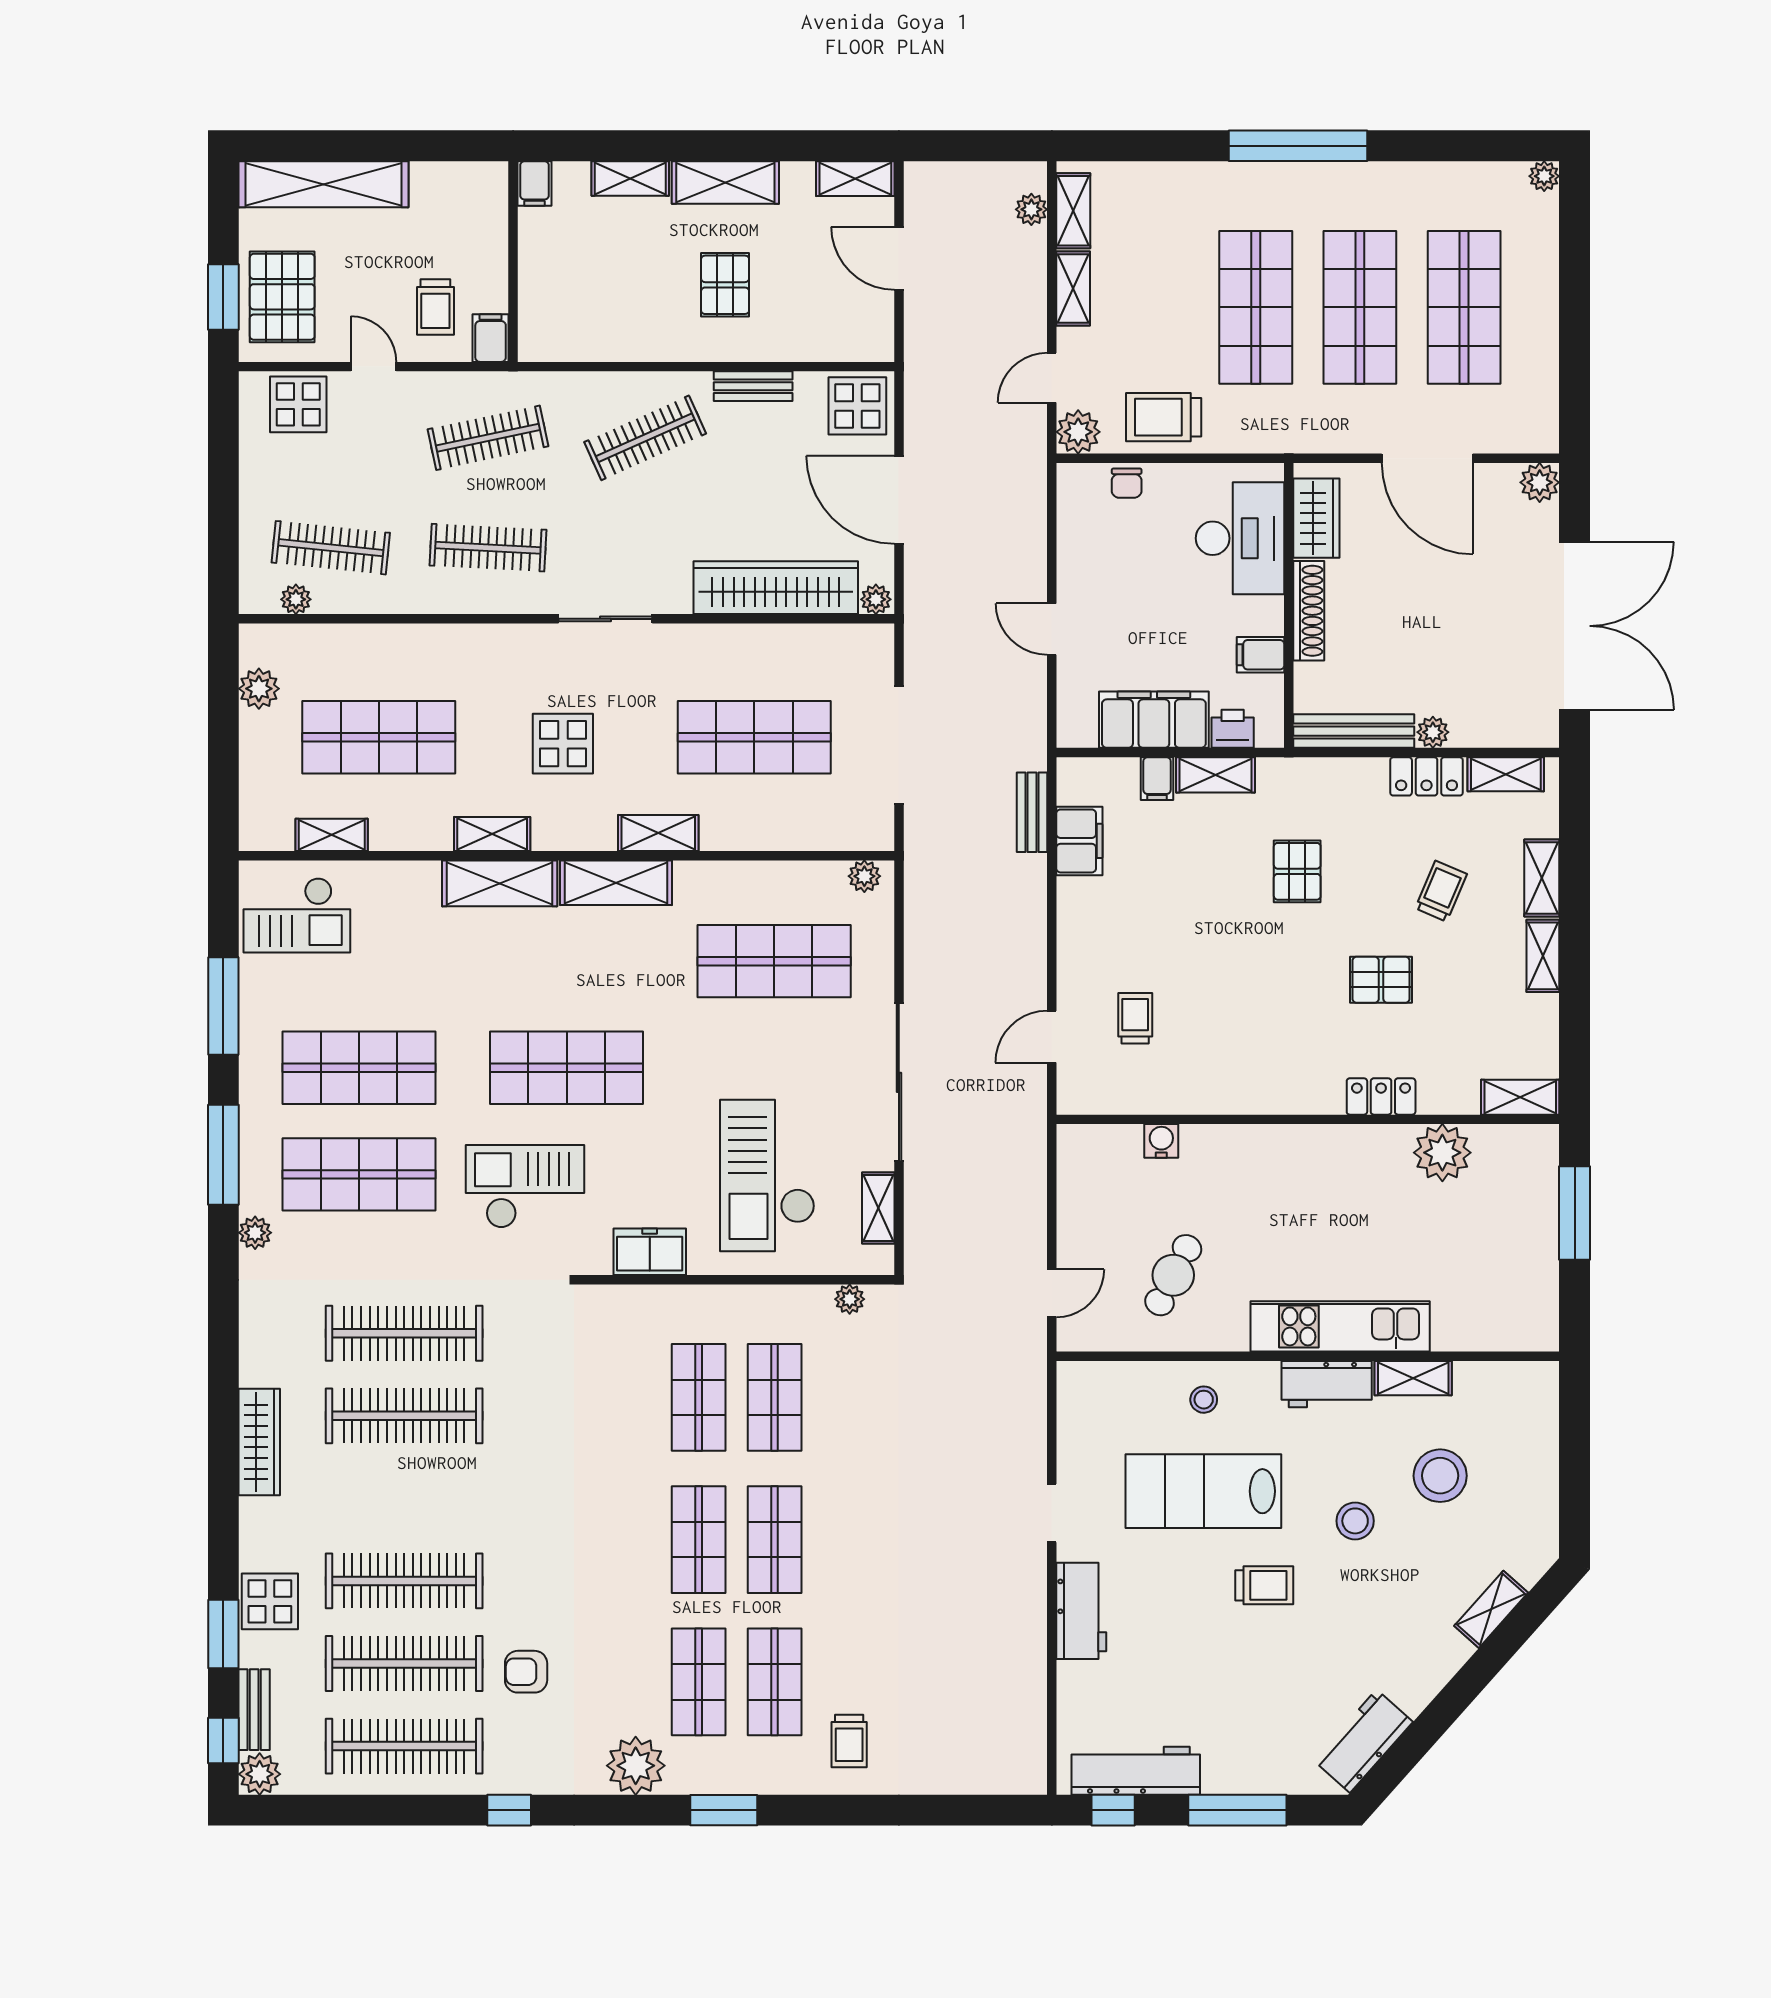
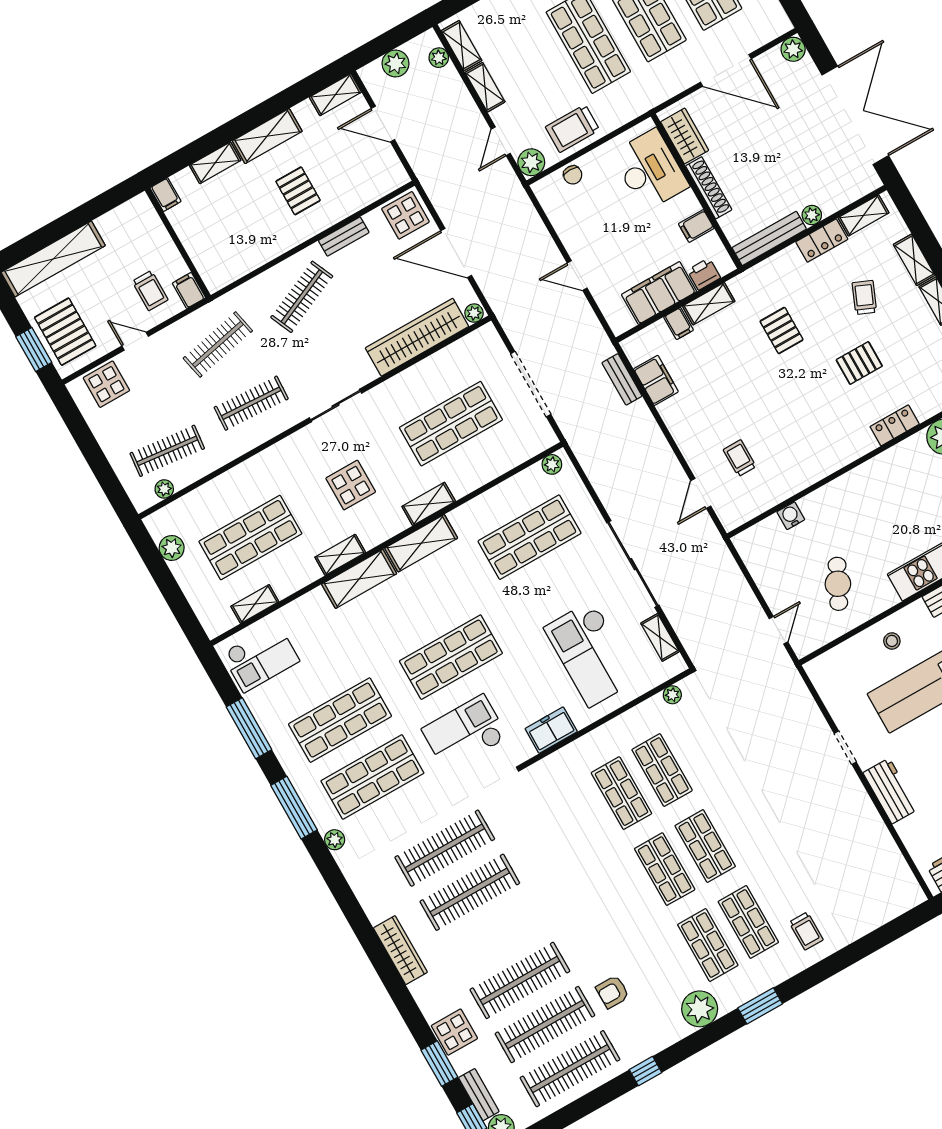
plant: (965, 183) -> (395, 64), added

